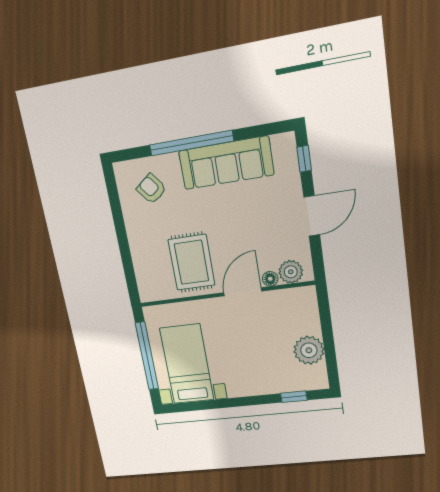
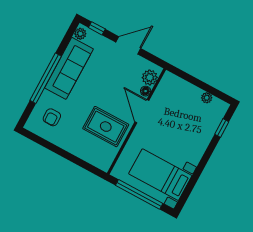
plant: (281, 143) -> (80, 34), added
armchair: (151, 189) -> (52, 117), turned -52
door: (312, 216) -> (128, 45), hinge flipped
plant: (309, 350) -> (207, 98), width x0.53, depth x0.53

